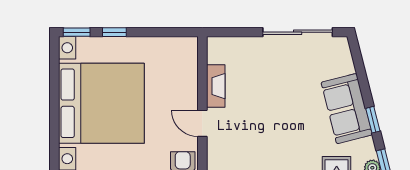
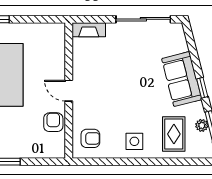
fireplace: (216, 86) -> (89, 30), moved, turned 90

